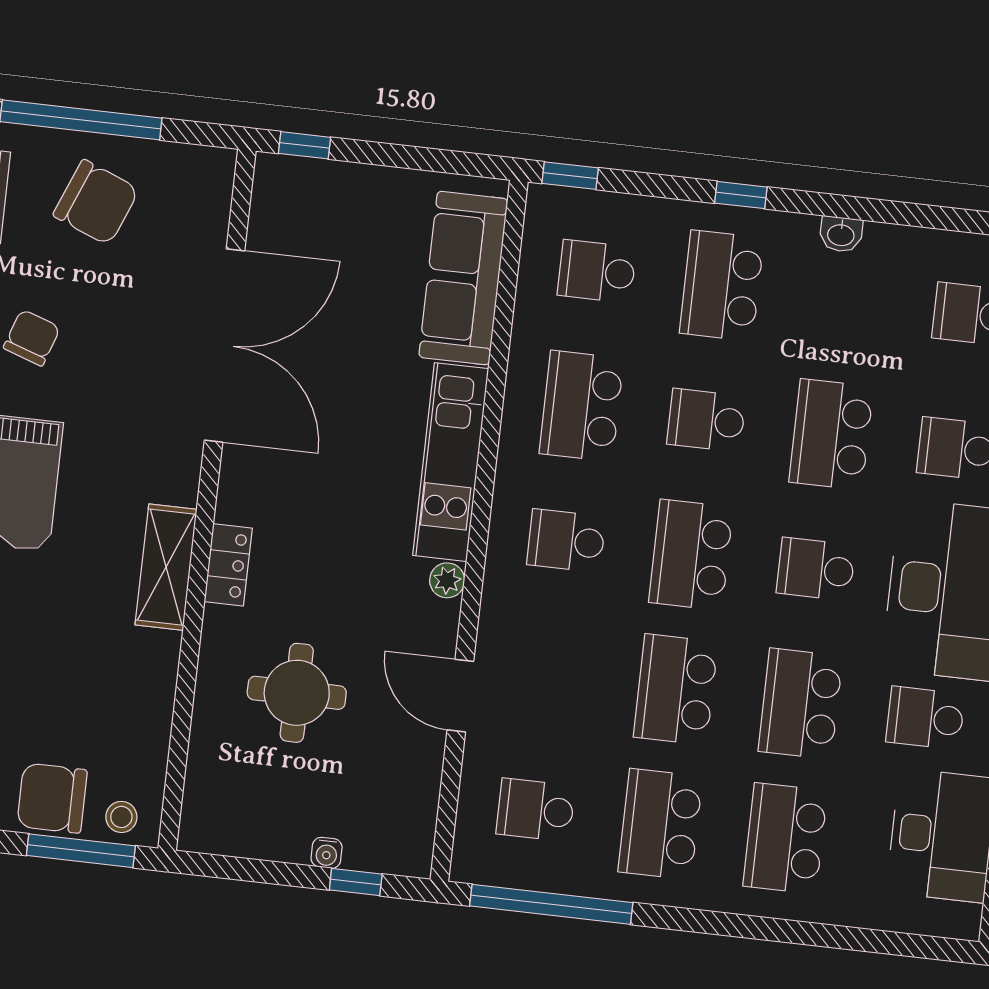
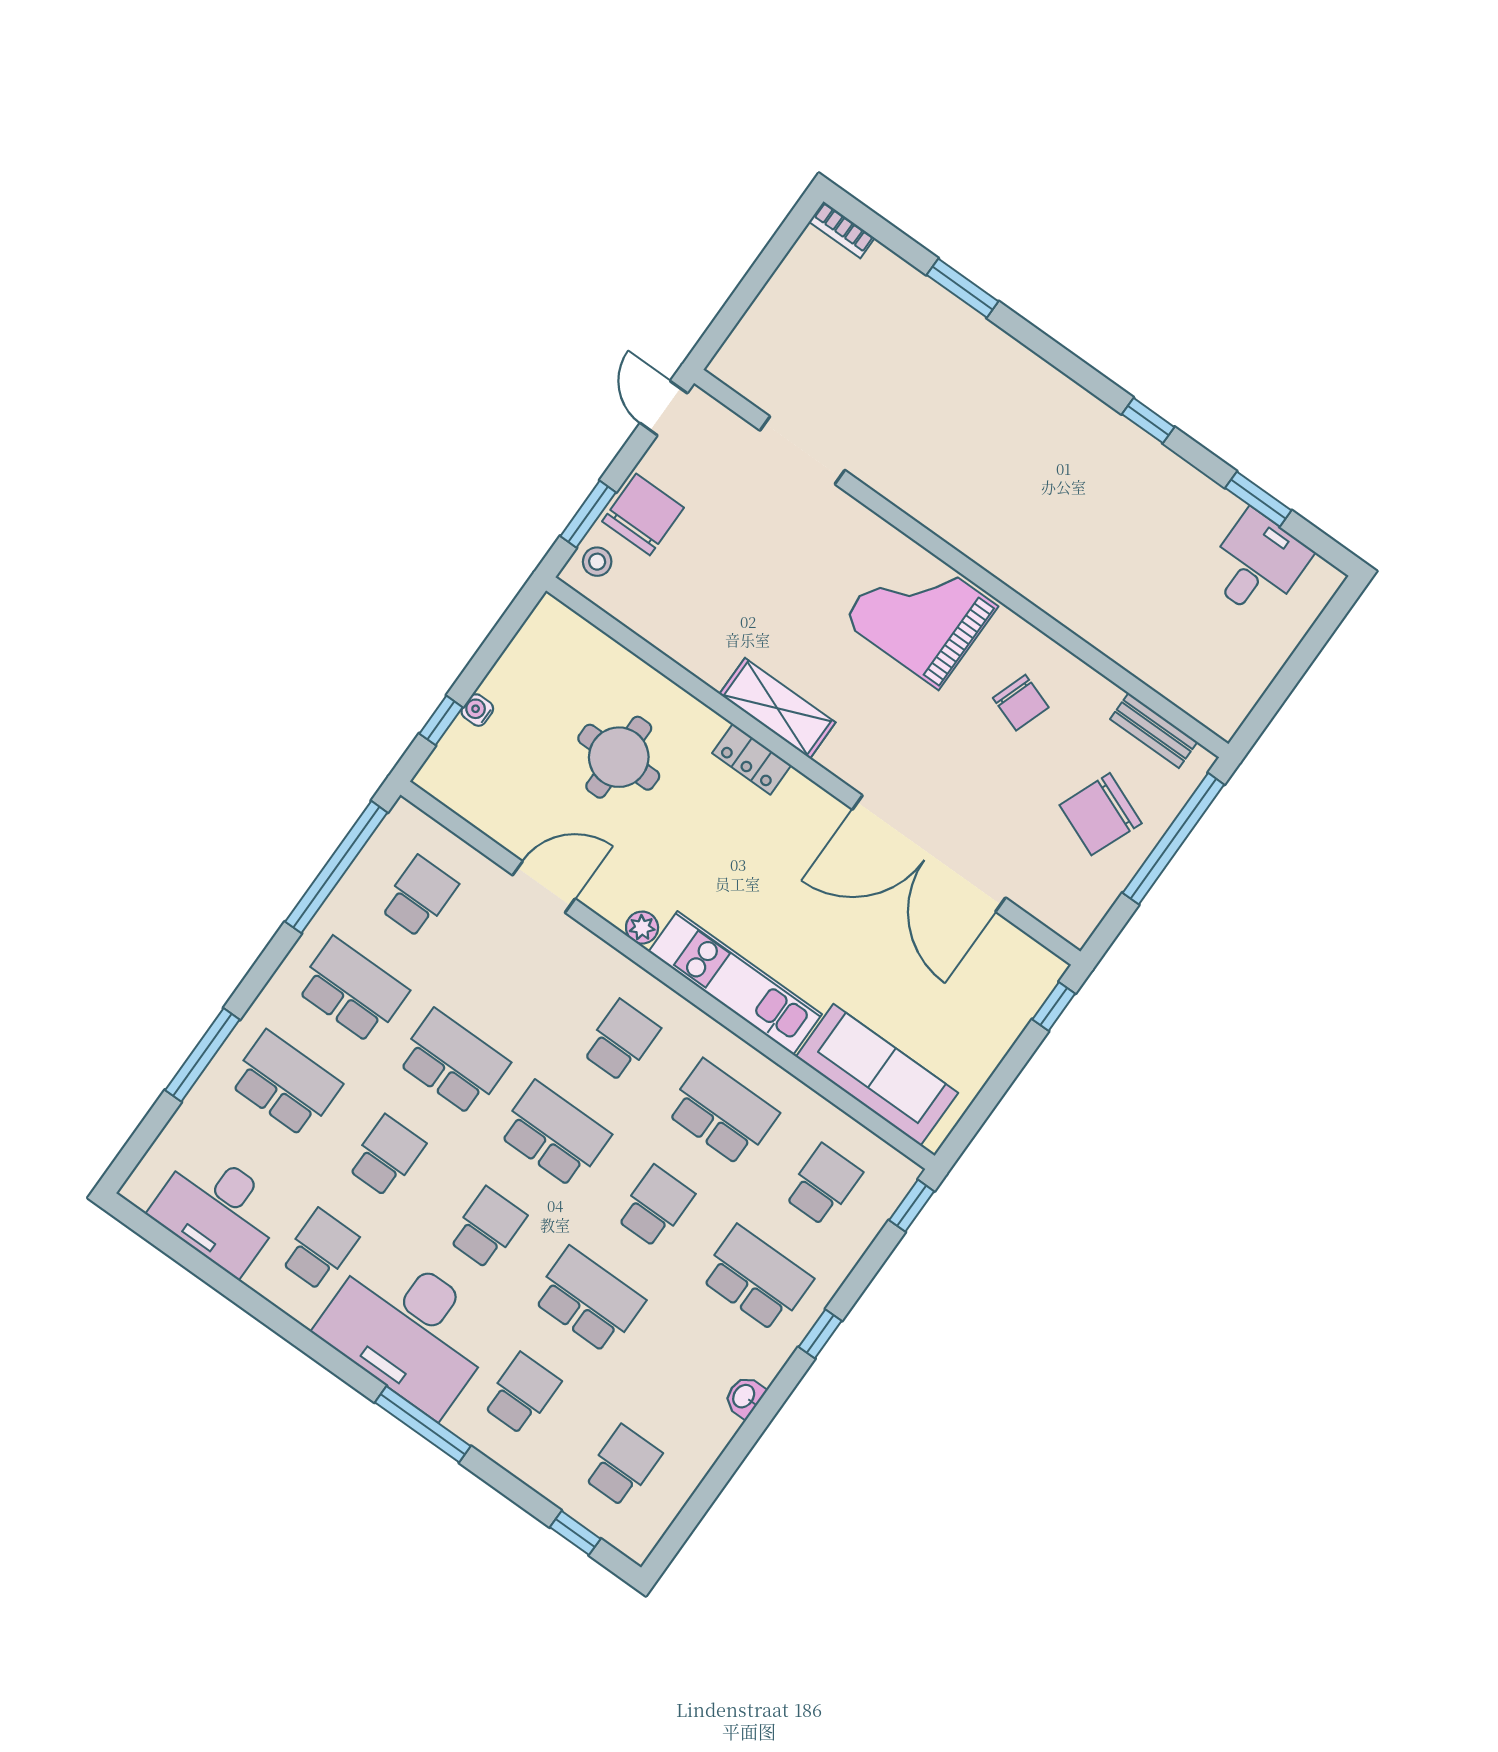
school desk: (801, 704) -> (386, 1156), width x0.54
window: (81, 851) -> (588, 514), width x0.69
window: (801, 933) -> (202, 1055), added

